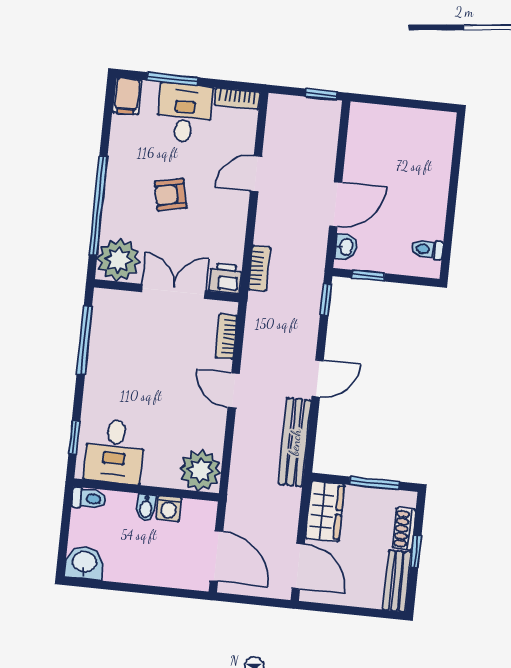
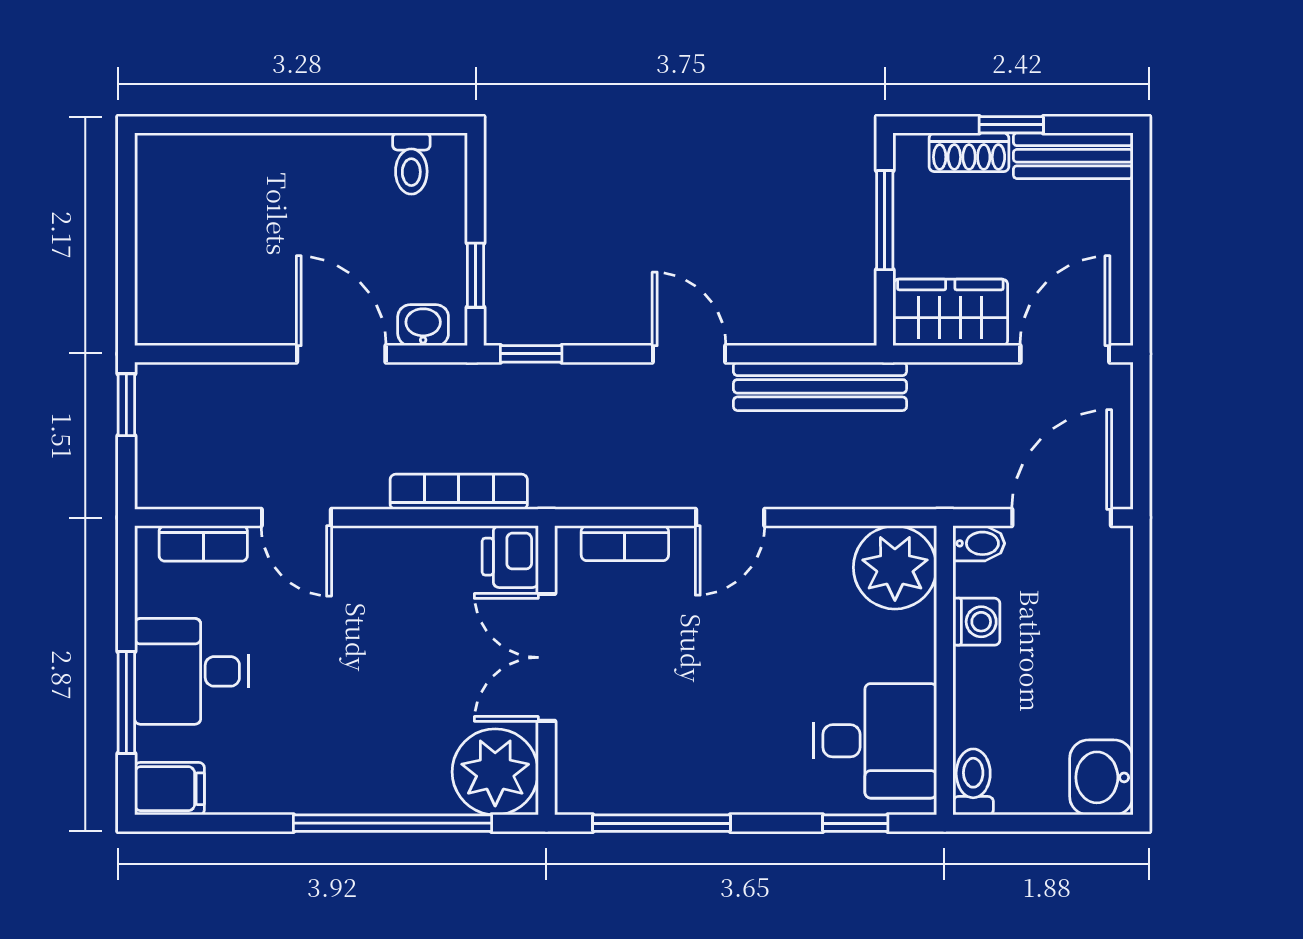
bookcase: (237, 99) -> (203, 543), moved, turned 90
armchair: (170, 195) -> (356, 683), removed
bookcase: (259, 268) -> (459, 492), width x1.56
bidet: (146, 507) -> (979, 543), moved

